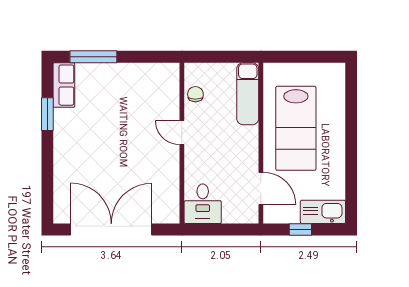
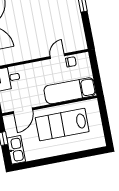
exam couch: (248, 94) -> (70, 91), width x1.36, depth x1.45
door: (182, 133) -> (57, 56), moved

